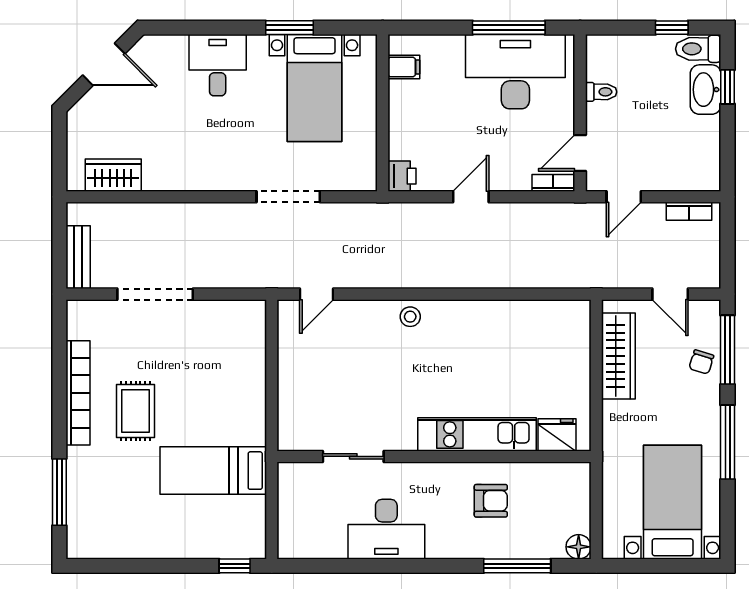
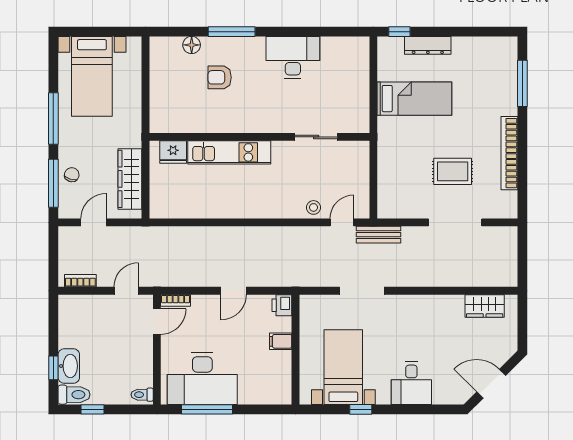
window: (290, 28) -> (361, 409), width x0.67
filing cabinet: (404, 67) -> (281, 341), moved
toilet: (601, 92) -> (142, 395), moved
bench: (78, 257) -> (378, 235), moved, turned 90
door: (670, 294) -> (94, 222), hinge flipped
stool: (410, 317) -> (313, 207), moved
rug: (136, 411) -> (453, 171), moved, turned 90
kitchen unit: (477, 434) -> (229, 152), moved
fridge: (557, 435) -> (173, 152), moved
sliding door: (353, 456) -> (316, 137), moved
wall: (434, 456) -> (259, 137), moved
dresser: (194, 546) -> (428, 45), added
floor lamp: (579, 547) -> (192, 45), moved
window: (517, 566) -> (232, 32), moved

